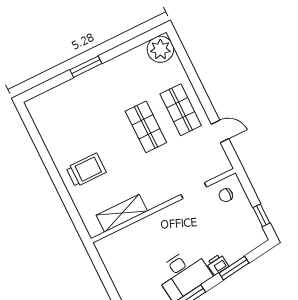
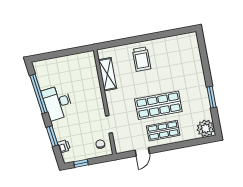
window: (86, 67) -> (212, 97), moved
shop shelf: (146, 127) -> (158, 105), width x1.43, depth x1.36
printer: (217, 265) -> (64, 146), moved

